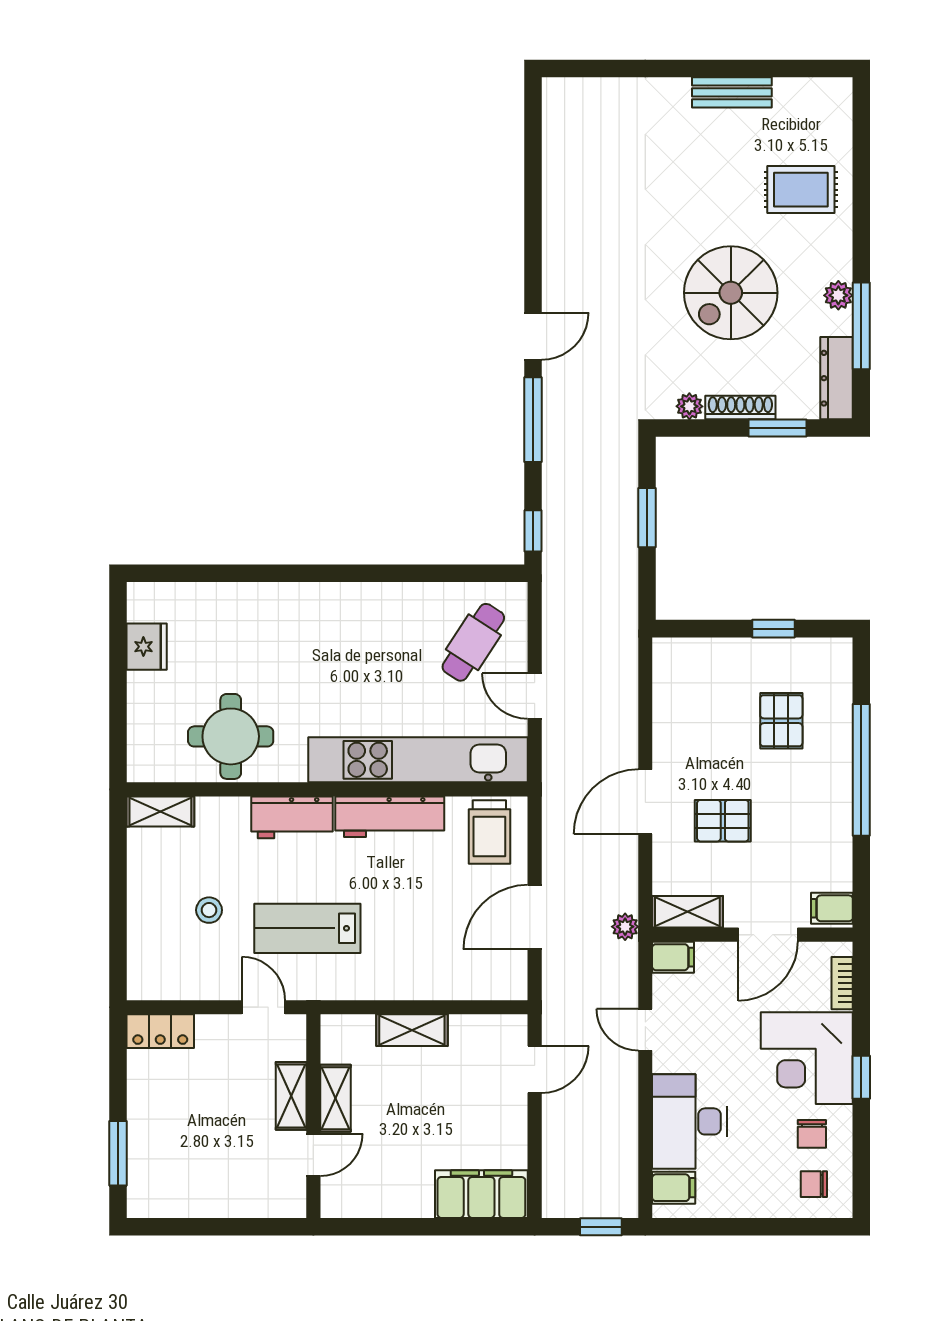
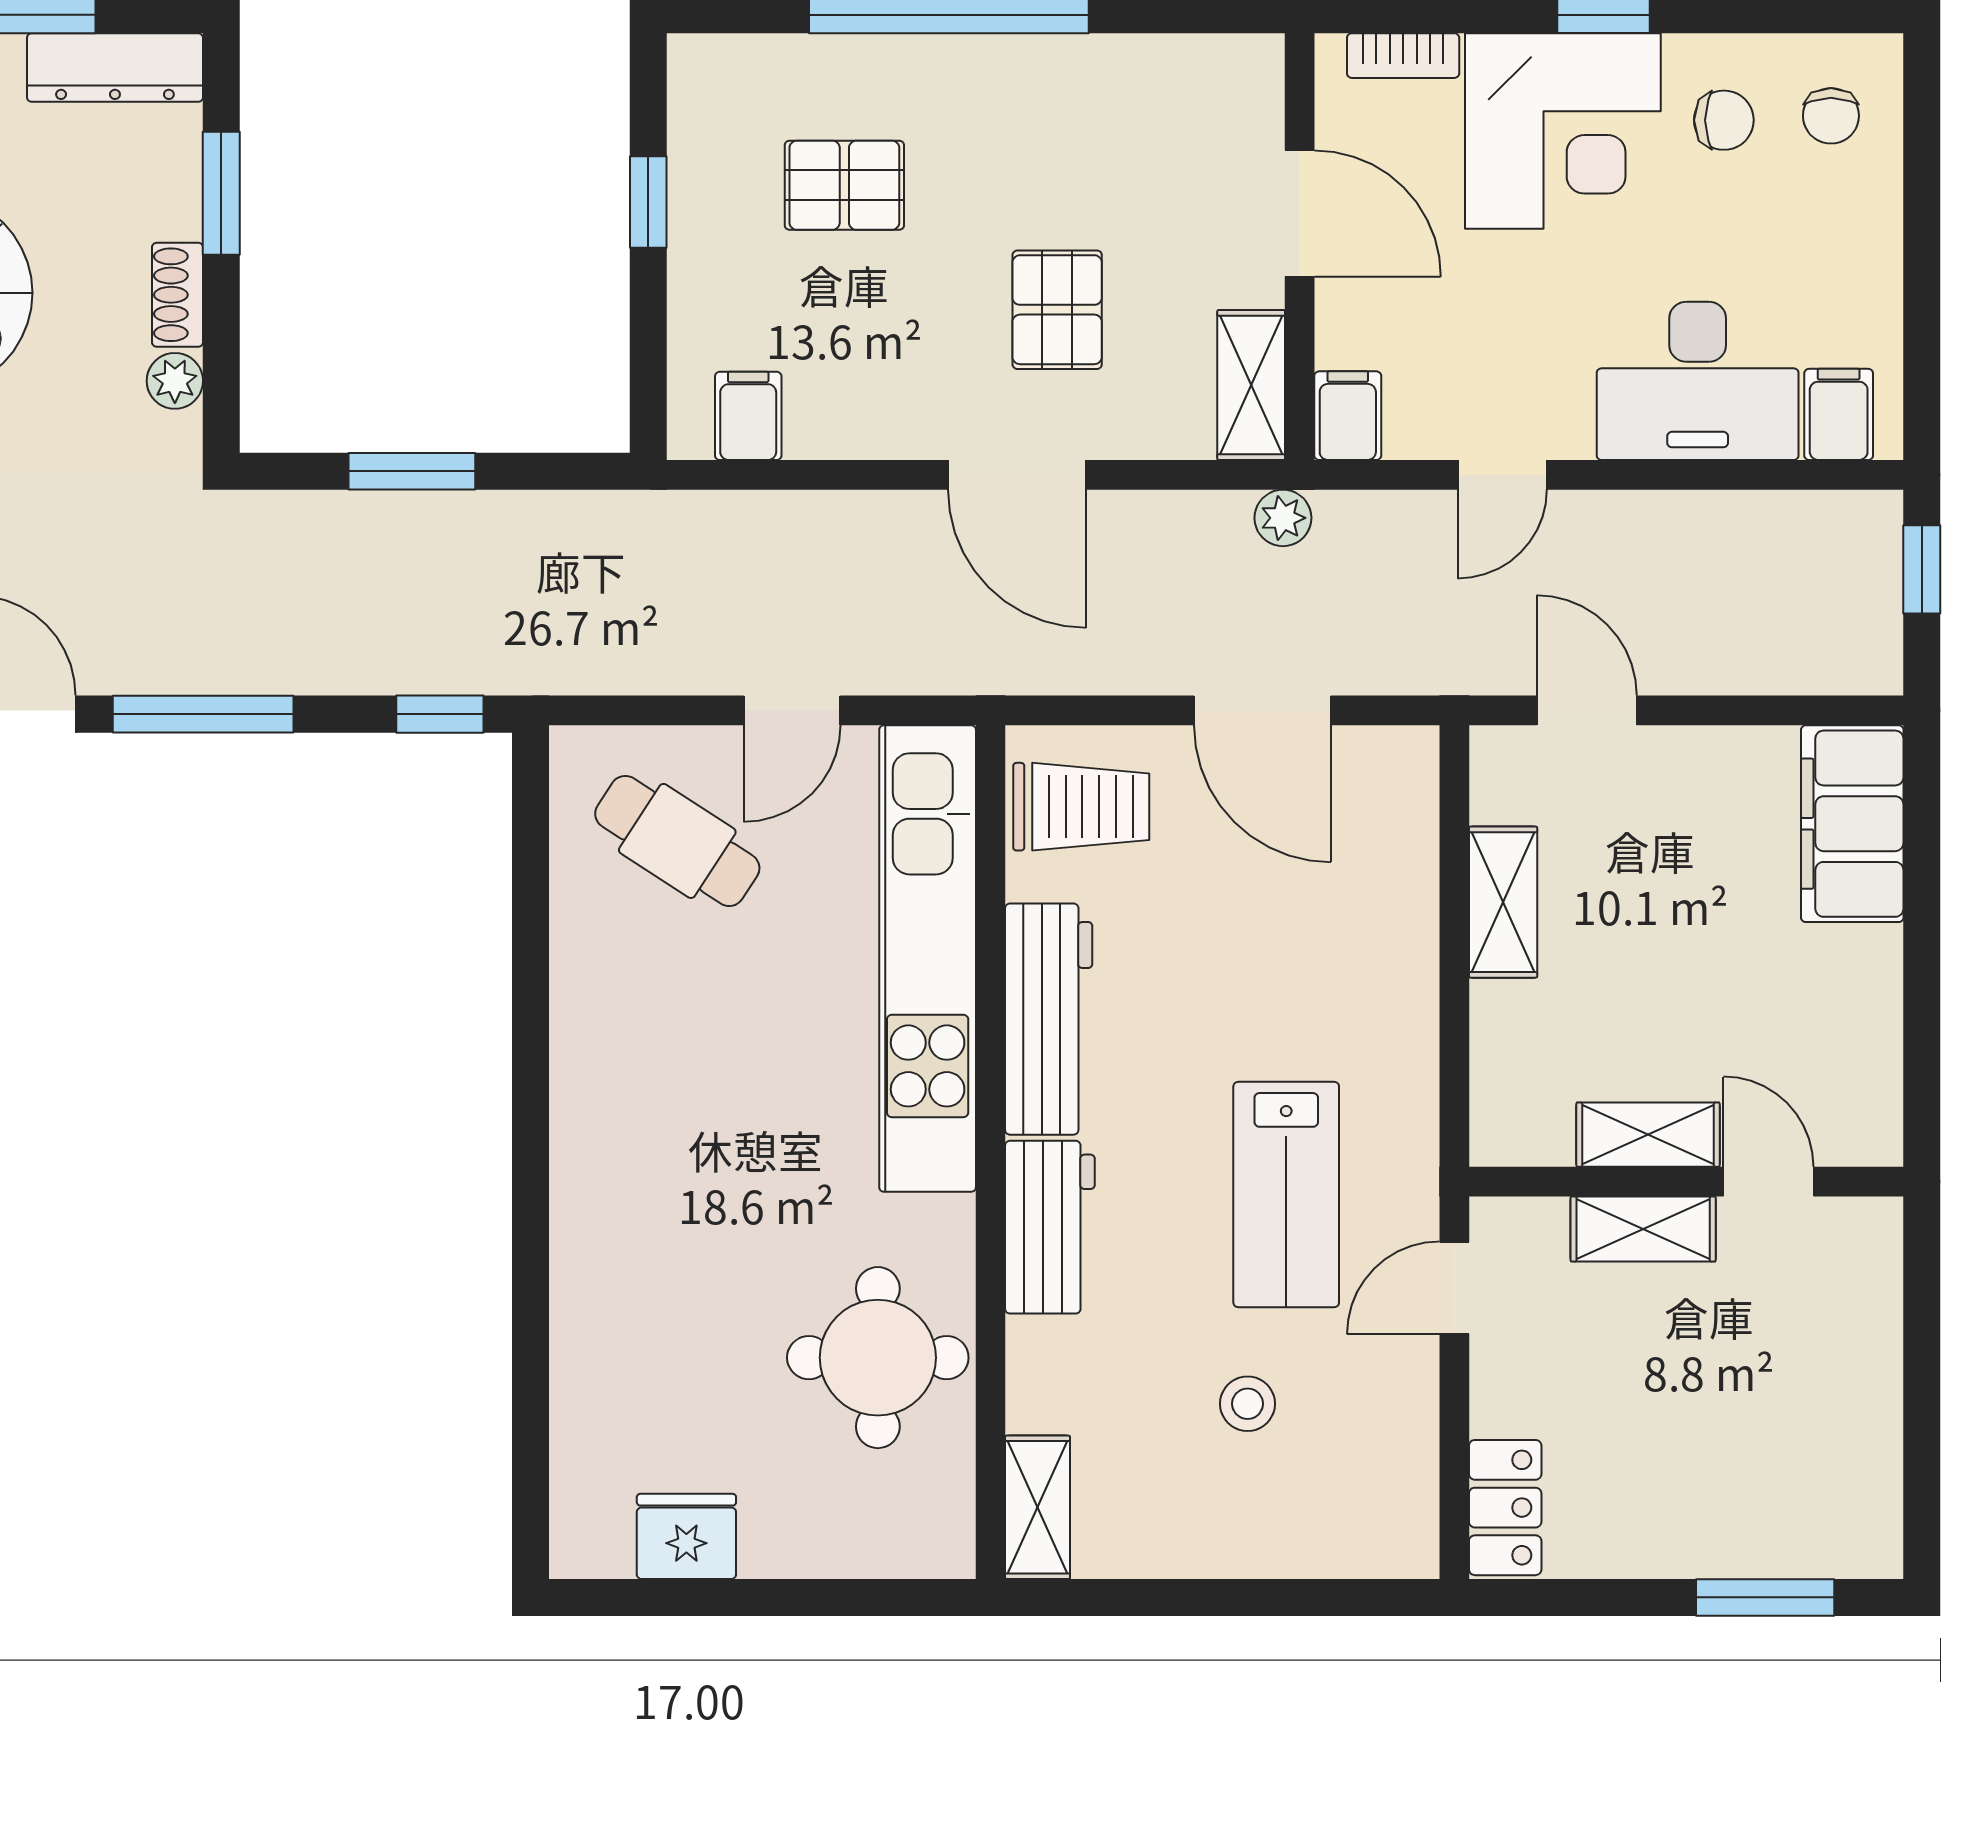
shoe rack: (740, 408) -> (177, 295), width x0.70
filing cabinet: (832, 908) -> (748, 416), moved, turned 180
shelving: (412, 1030) -> (1503, 902), moved

